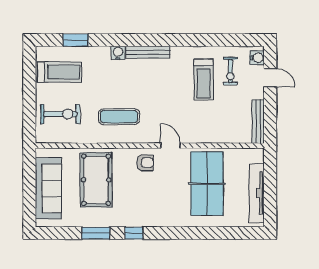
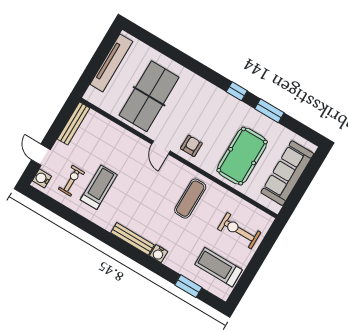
exercise mat: (119, 117) -> (190, 199), turned 90
armchair: (145, 163) -> (191, 146), turned 90

